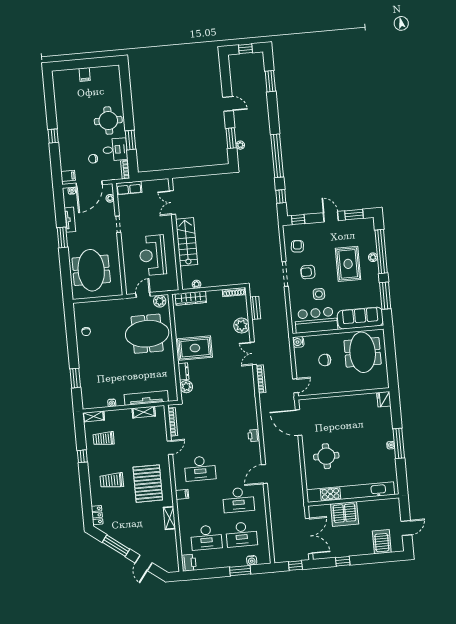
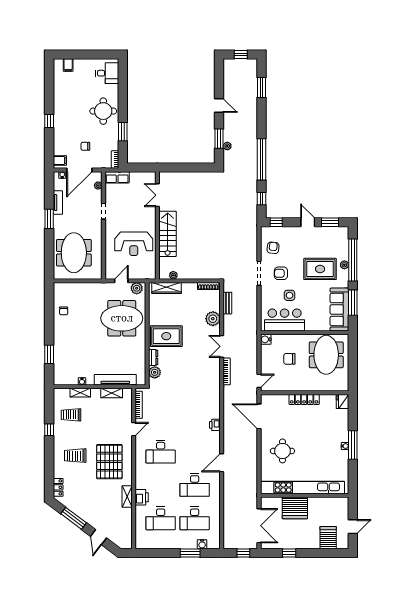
filing cabinet: (85, 75) -> (68, 65), moved
desk: (115, 150) -> (107, 73), moved
reception desk: (152, 255) -> (134, 244), turned -90
rug: (348, 264) -> (320, 269), turned 90
sofa: (360, 318) -> (339, 309), moved, turned -90
locker: (344, 401) -> (304, 399), added
shelving: (94, 416) -> (80, 393), moved
filing cabinet: (182, 494) -> (141, 475), removed
printer: (189, 563) -> (142, 497), moved

